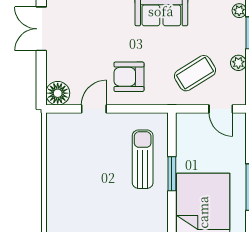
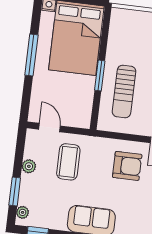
coffee table: (195, 73) -> (68, 162), turned -58

